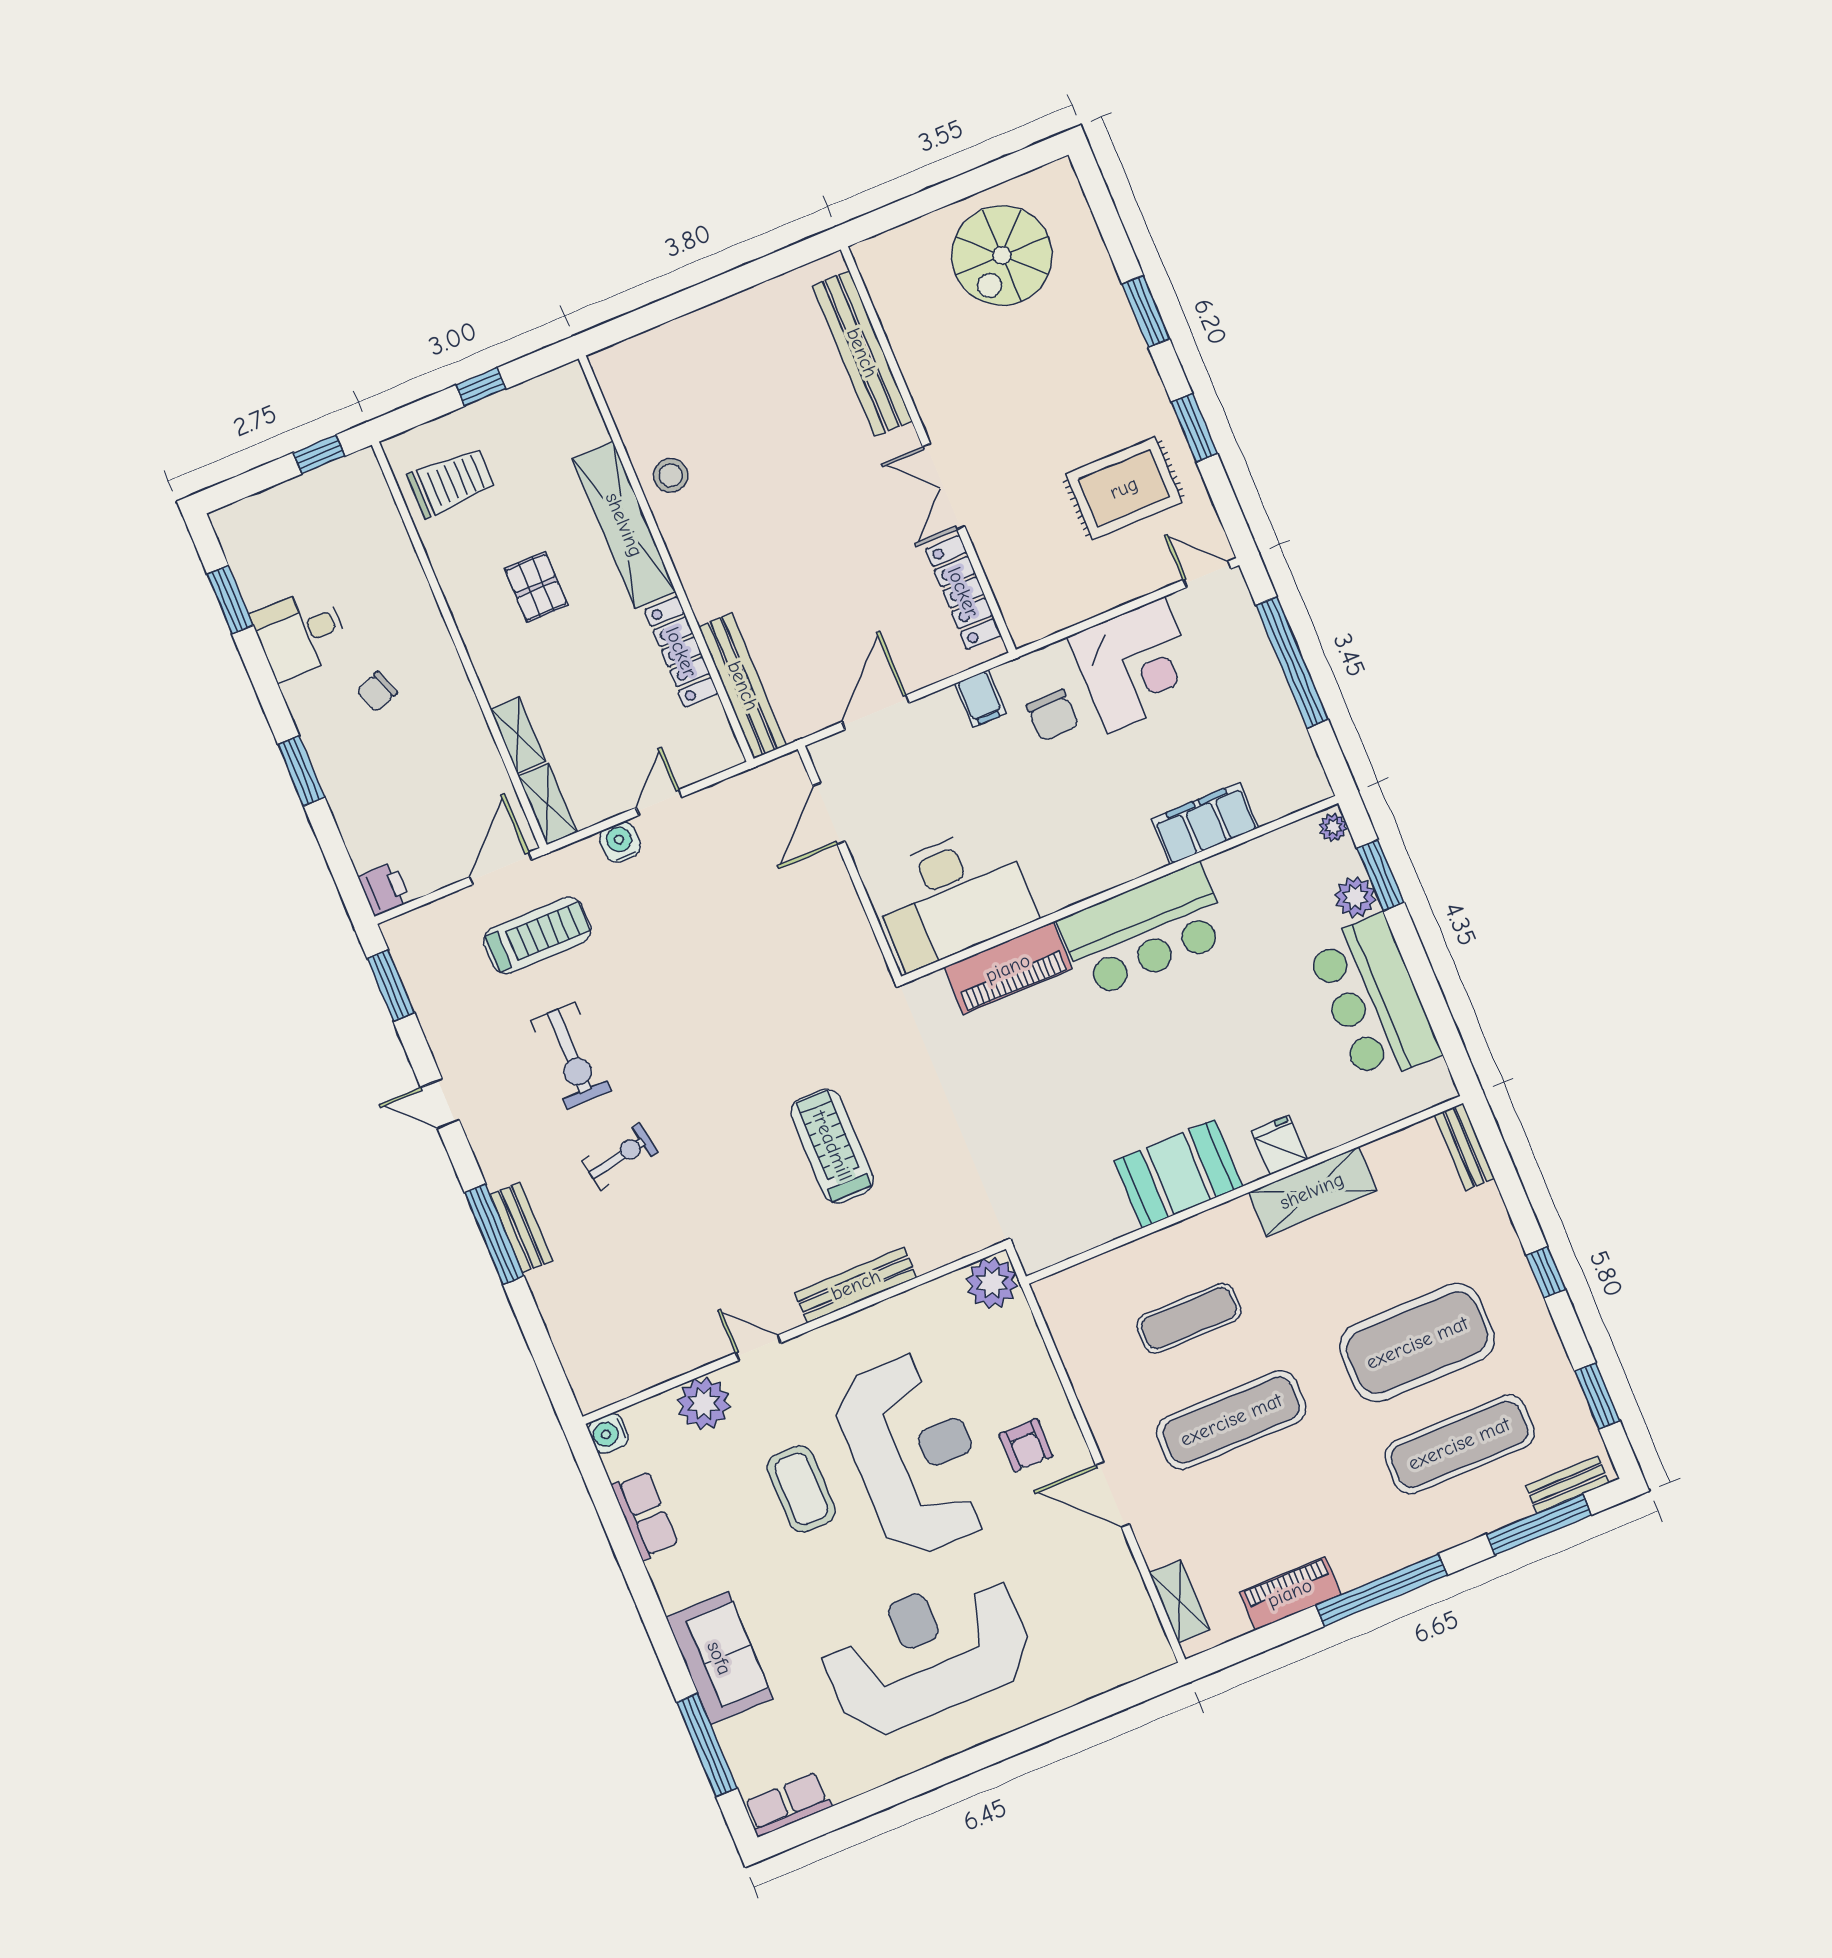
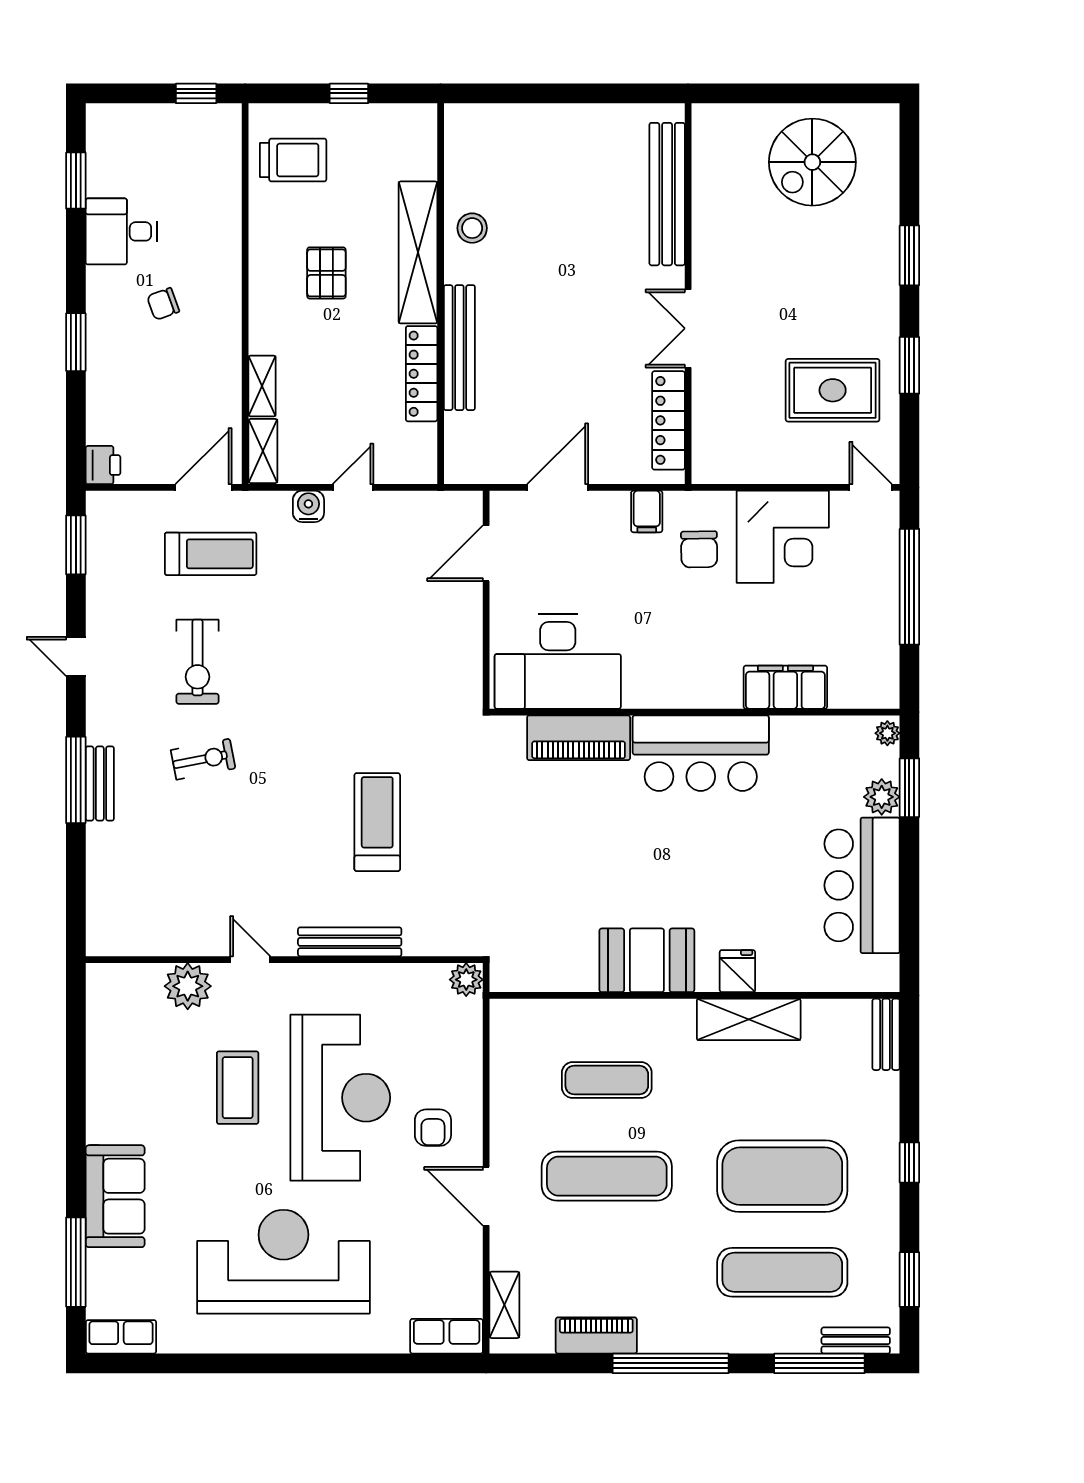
bench: (743, 686) -> (459, 348), moved
plant: (992, 1283) -> (466, 980), width x0.73, depth x0.73
water cooler: (608, 1433) -> (101, 978), removed
row of seats: (645, 1515) -> (447, 1336), moved, turned -90

